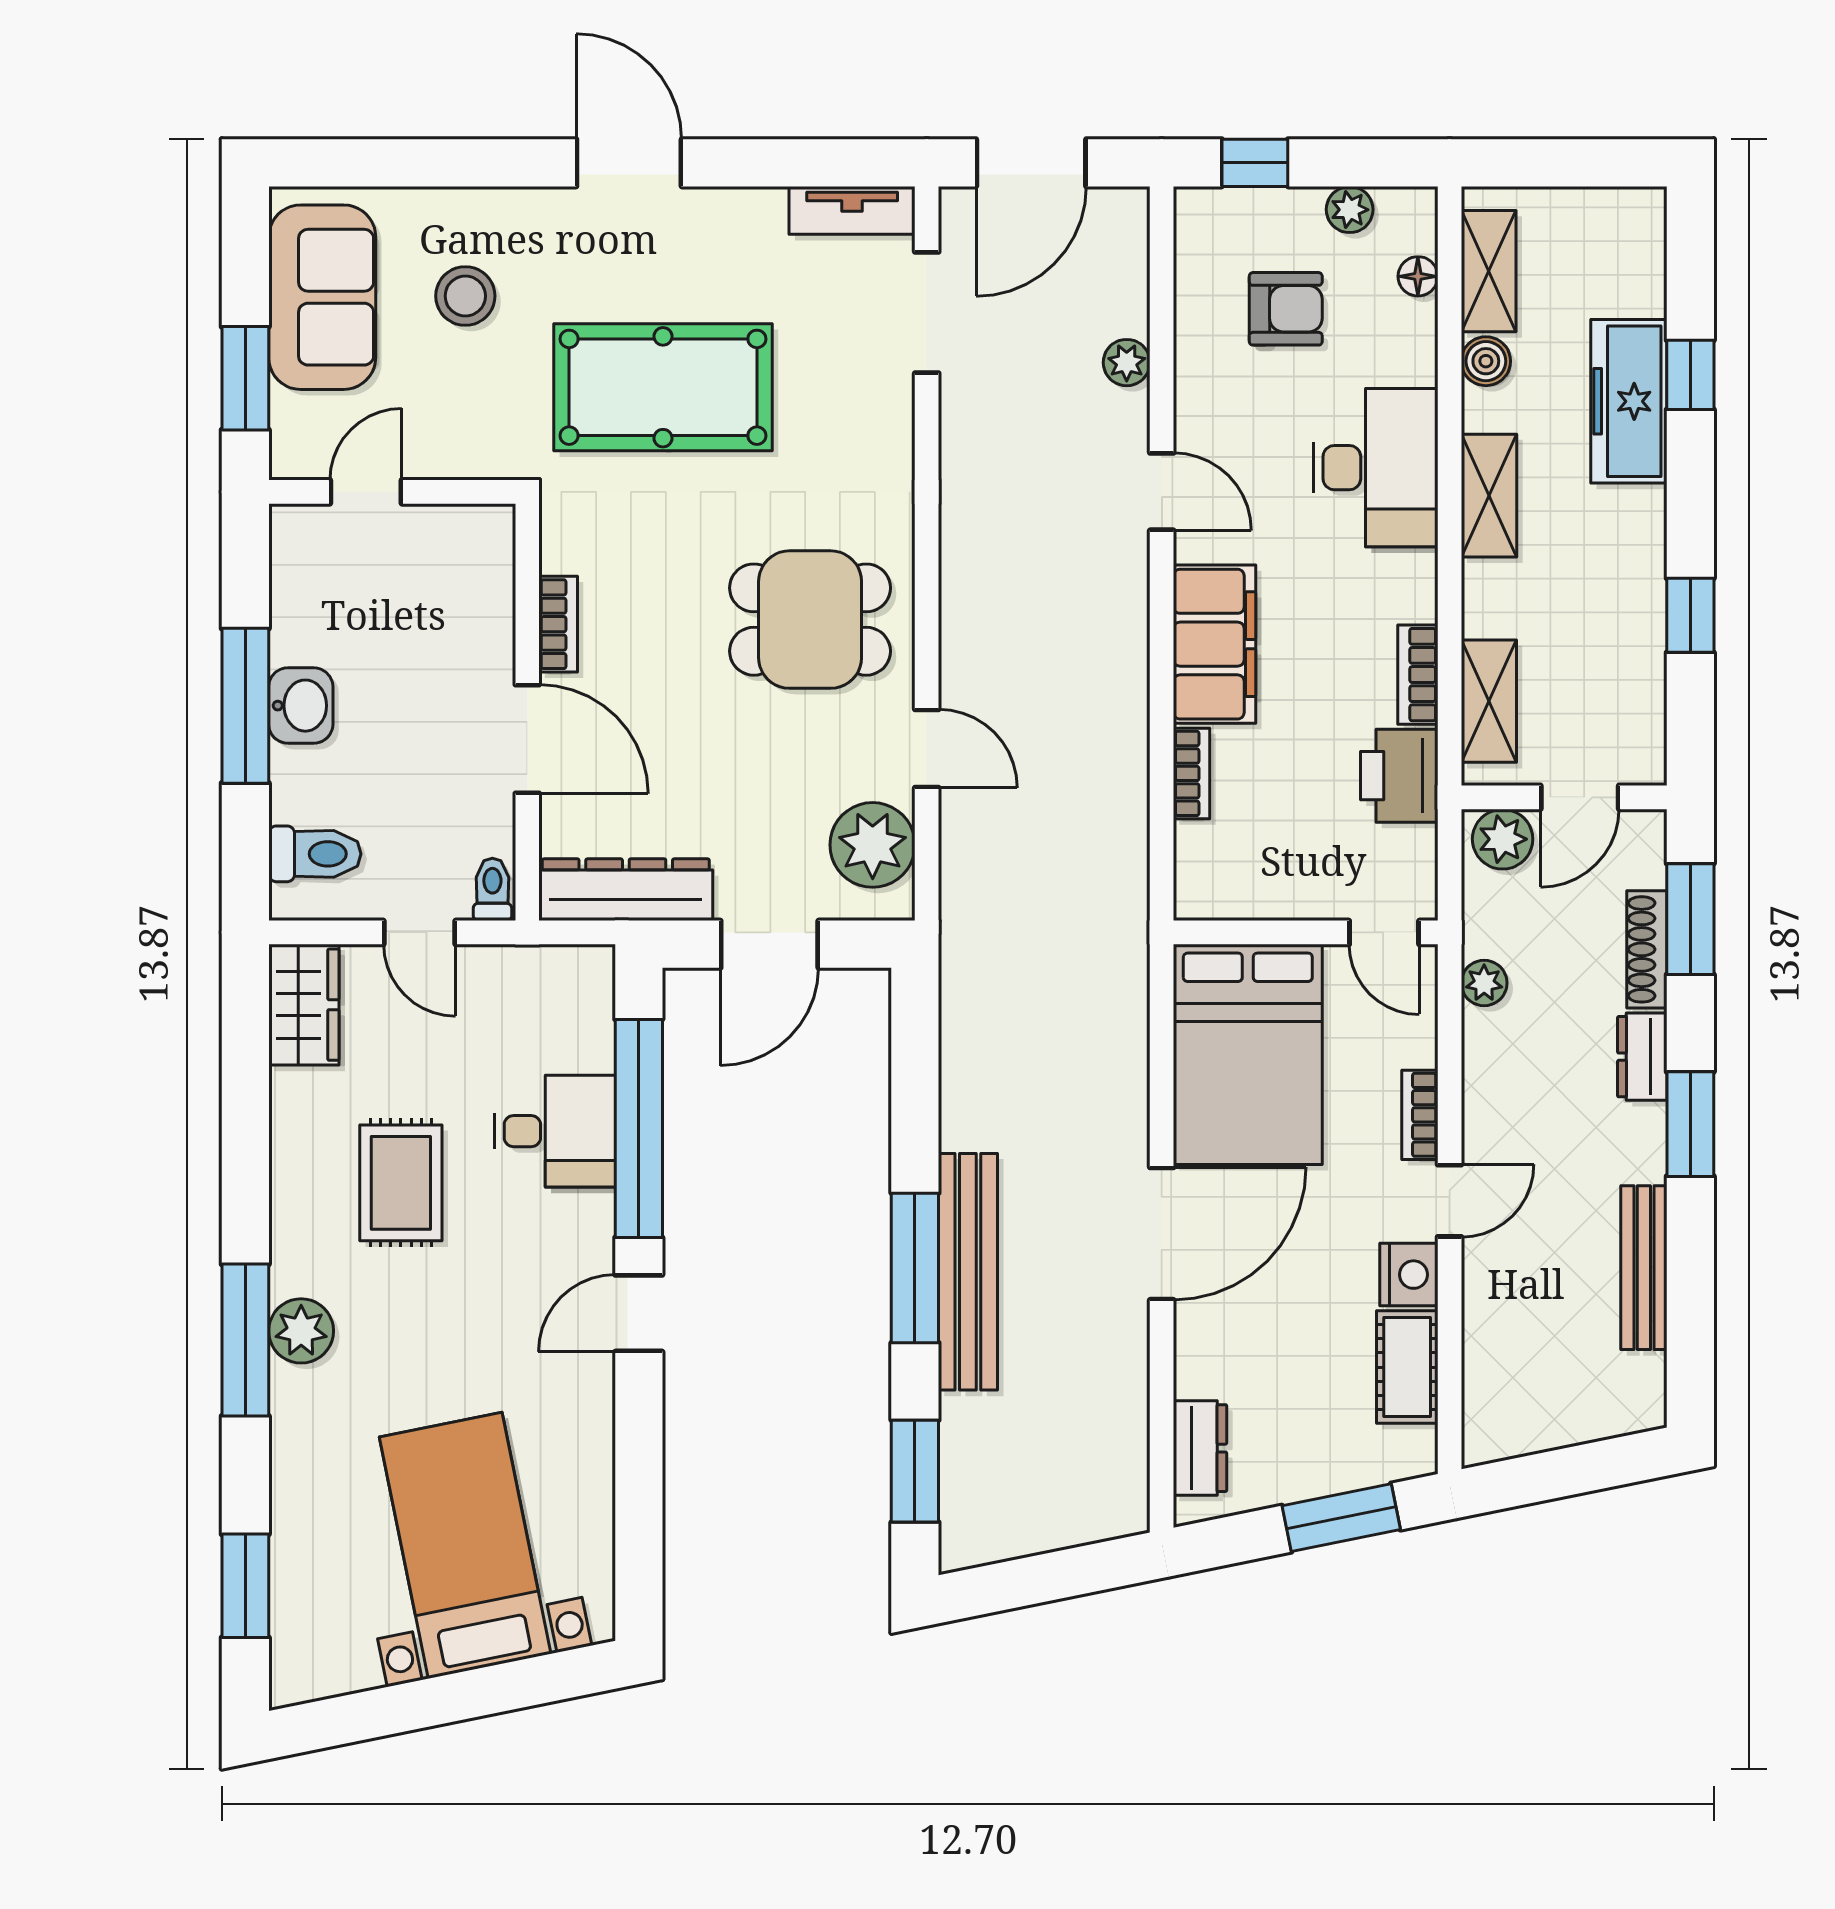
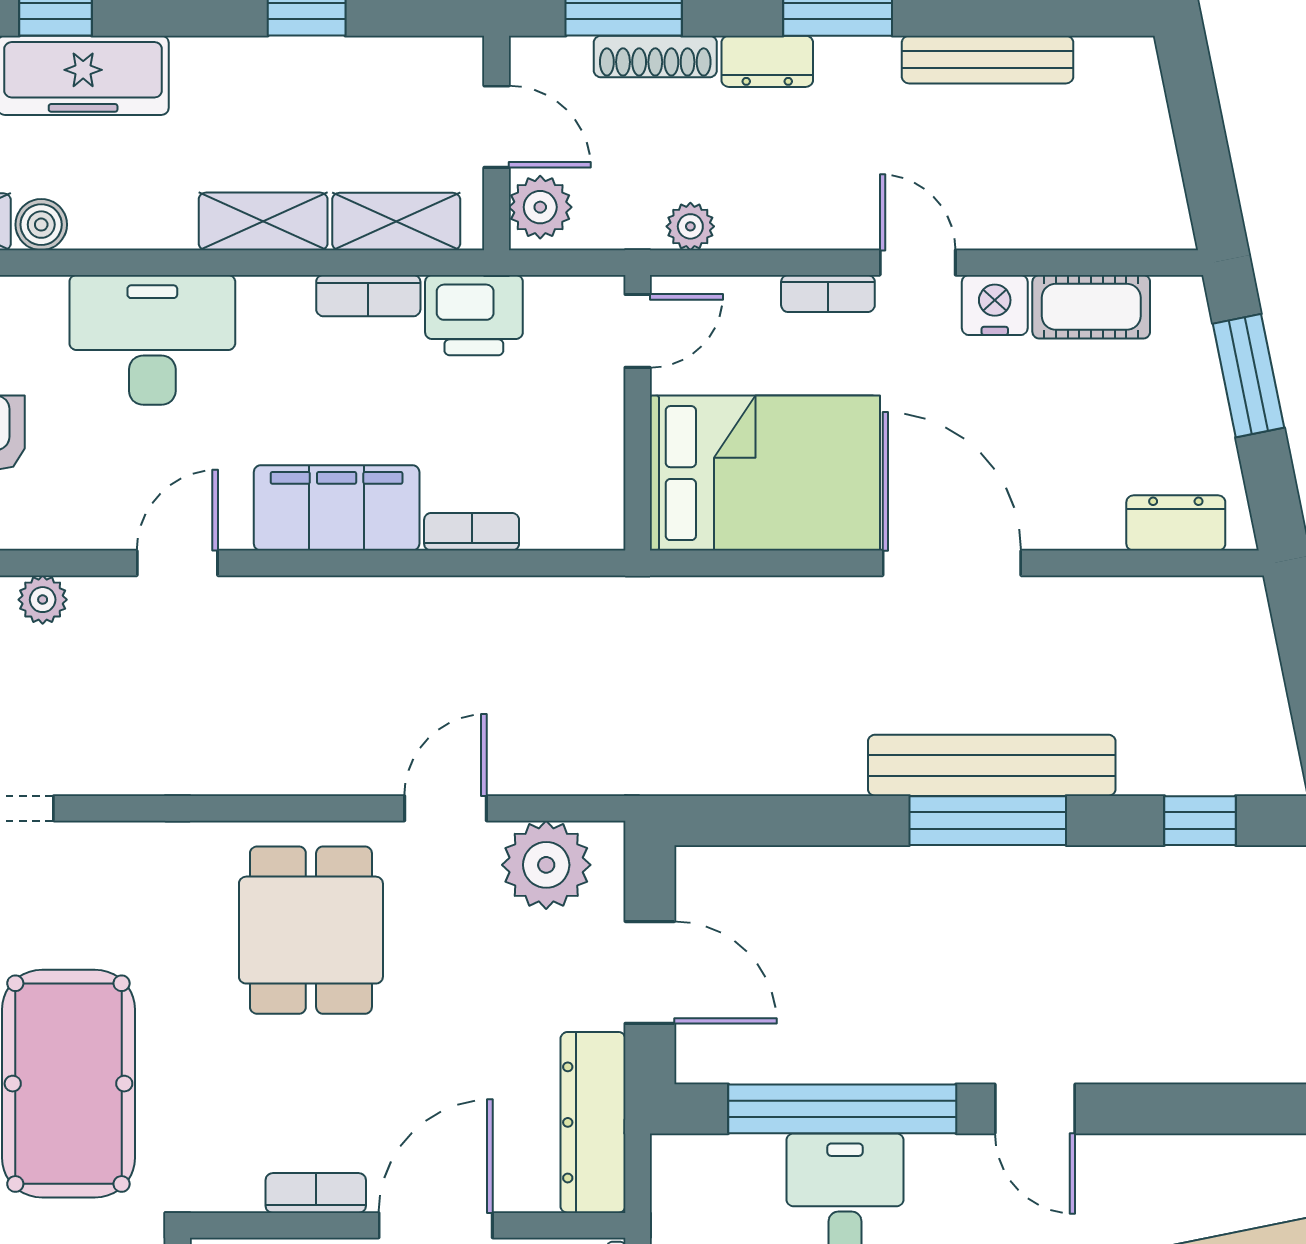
shelving: (1489, 496) -> (263, 221), moved
window: (915, 1471) -> (1200, 821), width x0.67

